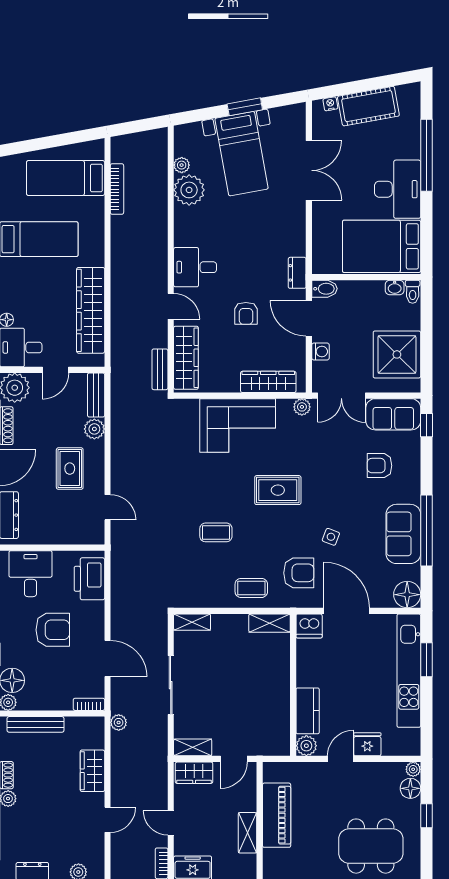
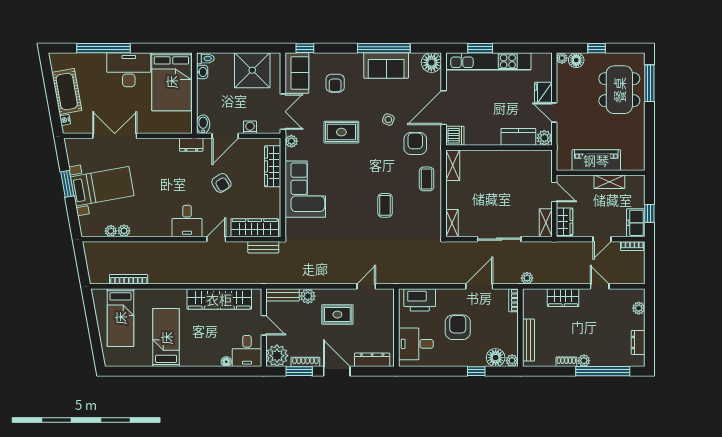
plant: (189, 190) -> (124, 231), width x0.53, depth x0.53
armchair: (246, 313) -> (221, 183), turned 58
rug: (278, 490) -> (341, 132), moved, turned 90

